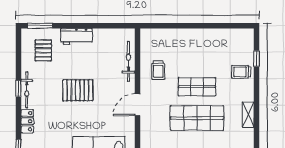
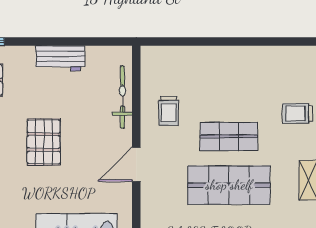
workbench: (76, 36) -> (60, 58), moved
pallet: (78, 90) -> (44, 142), turned 90

